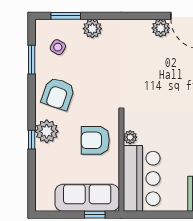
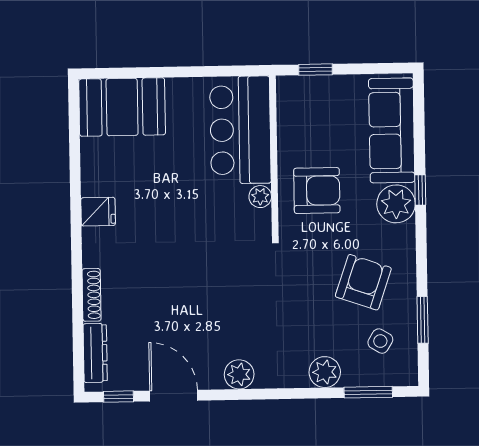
plant: (161, 28) -> (239, 374), moved
armchair: (58, 94) -> (363, 282), moved
sofa: (87, 198) -> (392, 130), moved, turned 90

